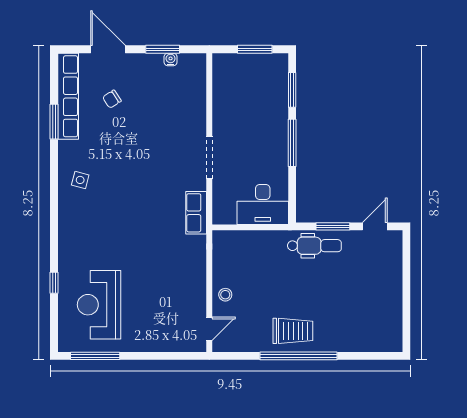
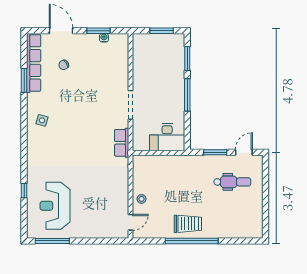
dental chair: (314, 246) -> (232, 182), moved

